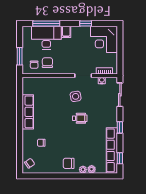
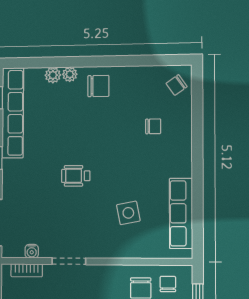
side table: (76, 96) -> (128, 213), moved
row of seats: (28, 112) -> (181, 213), moved

